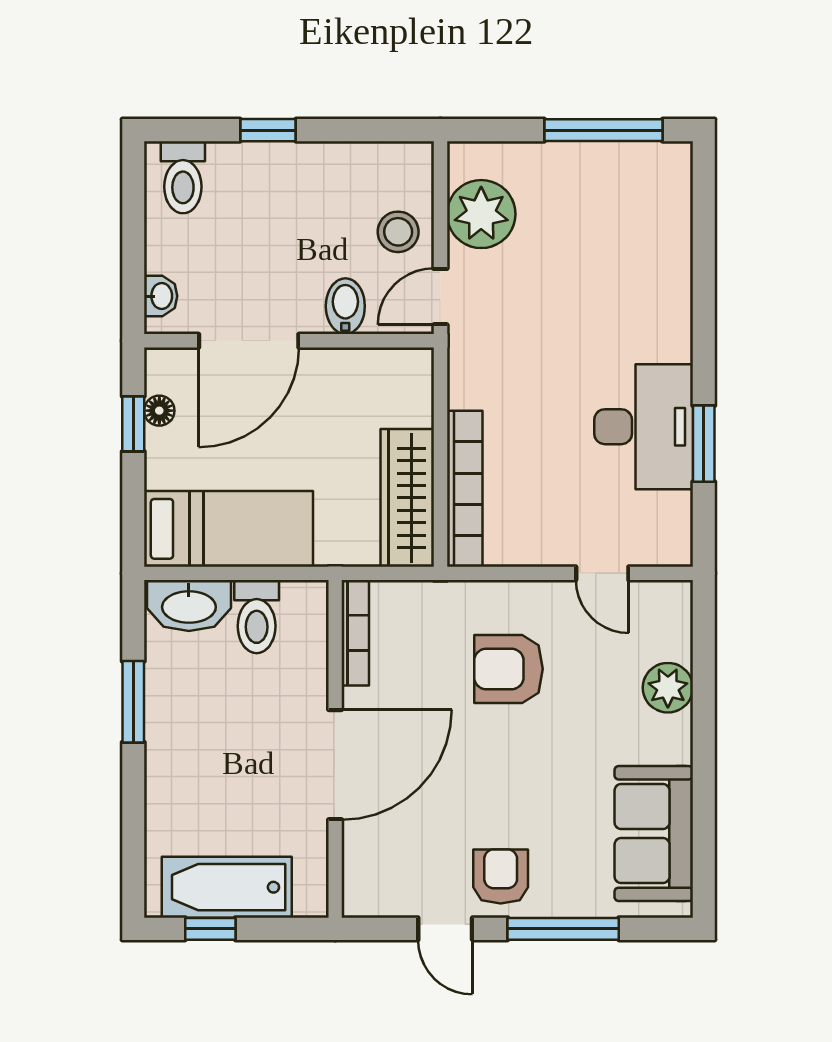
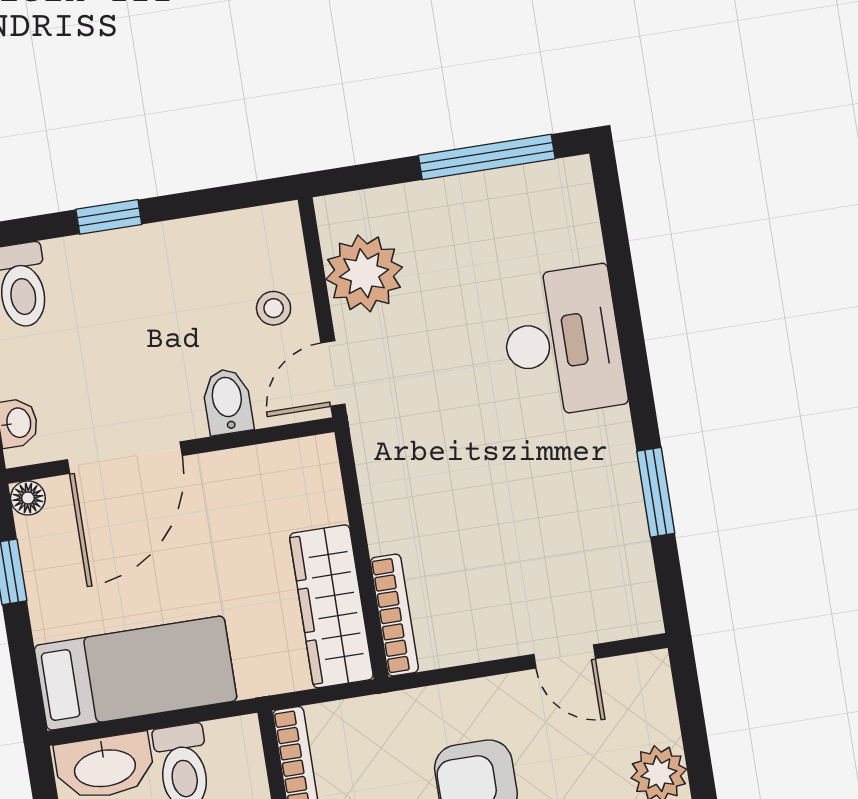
stool: (398, 232) -> (274, 308), width x0.73, depth x0.73
floor lamp: (159, 411) -> (28, 498), moved
desk: (644, 427) -> (562, 342), moved
bookcase: (465, 489) -> (394, 615), width x0.68, depth x0.76

